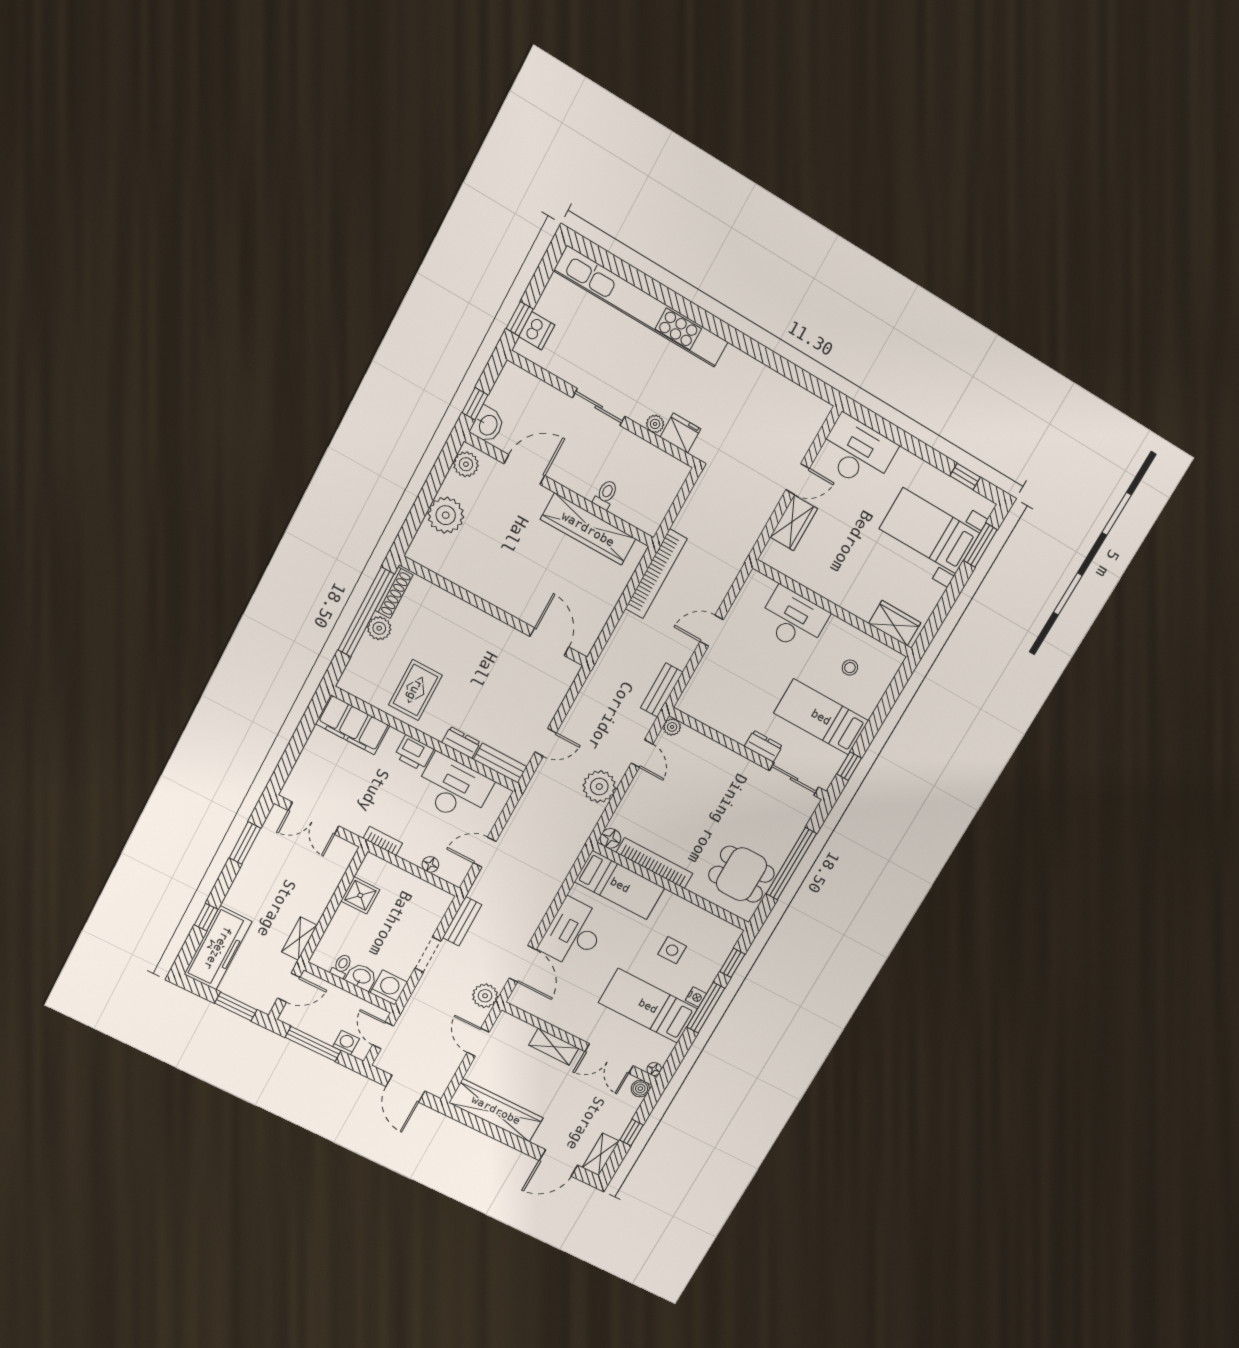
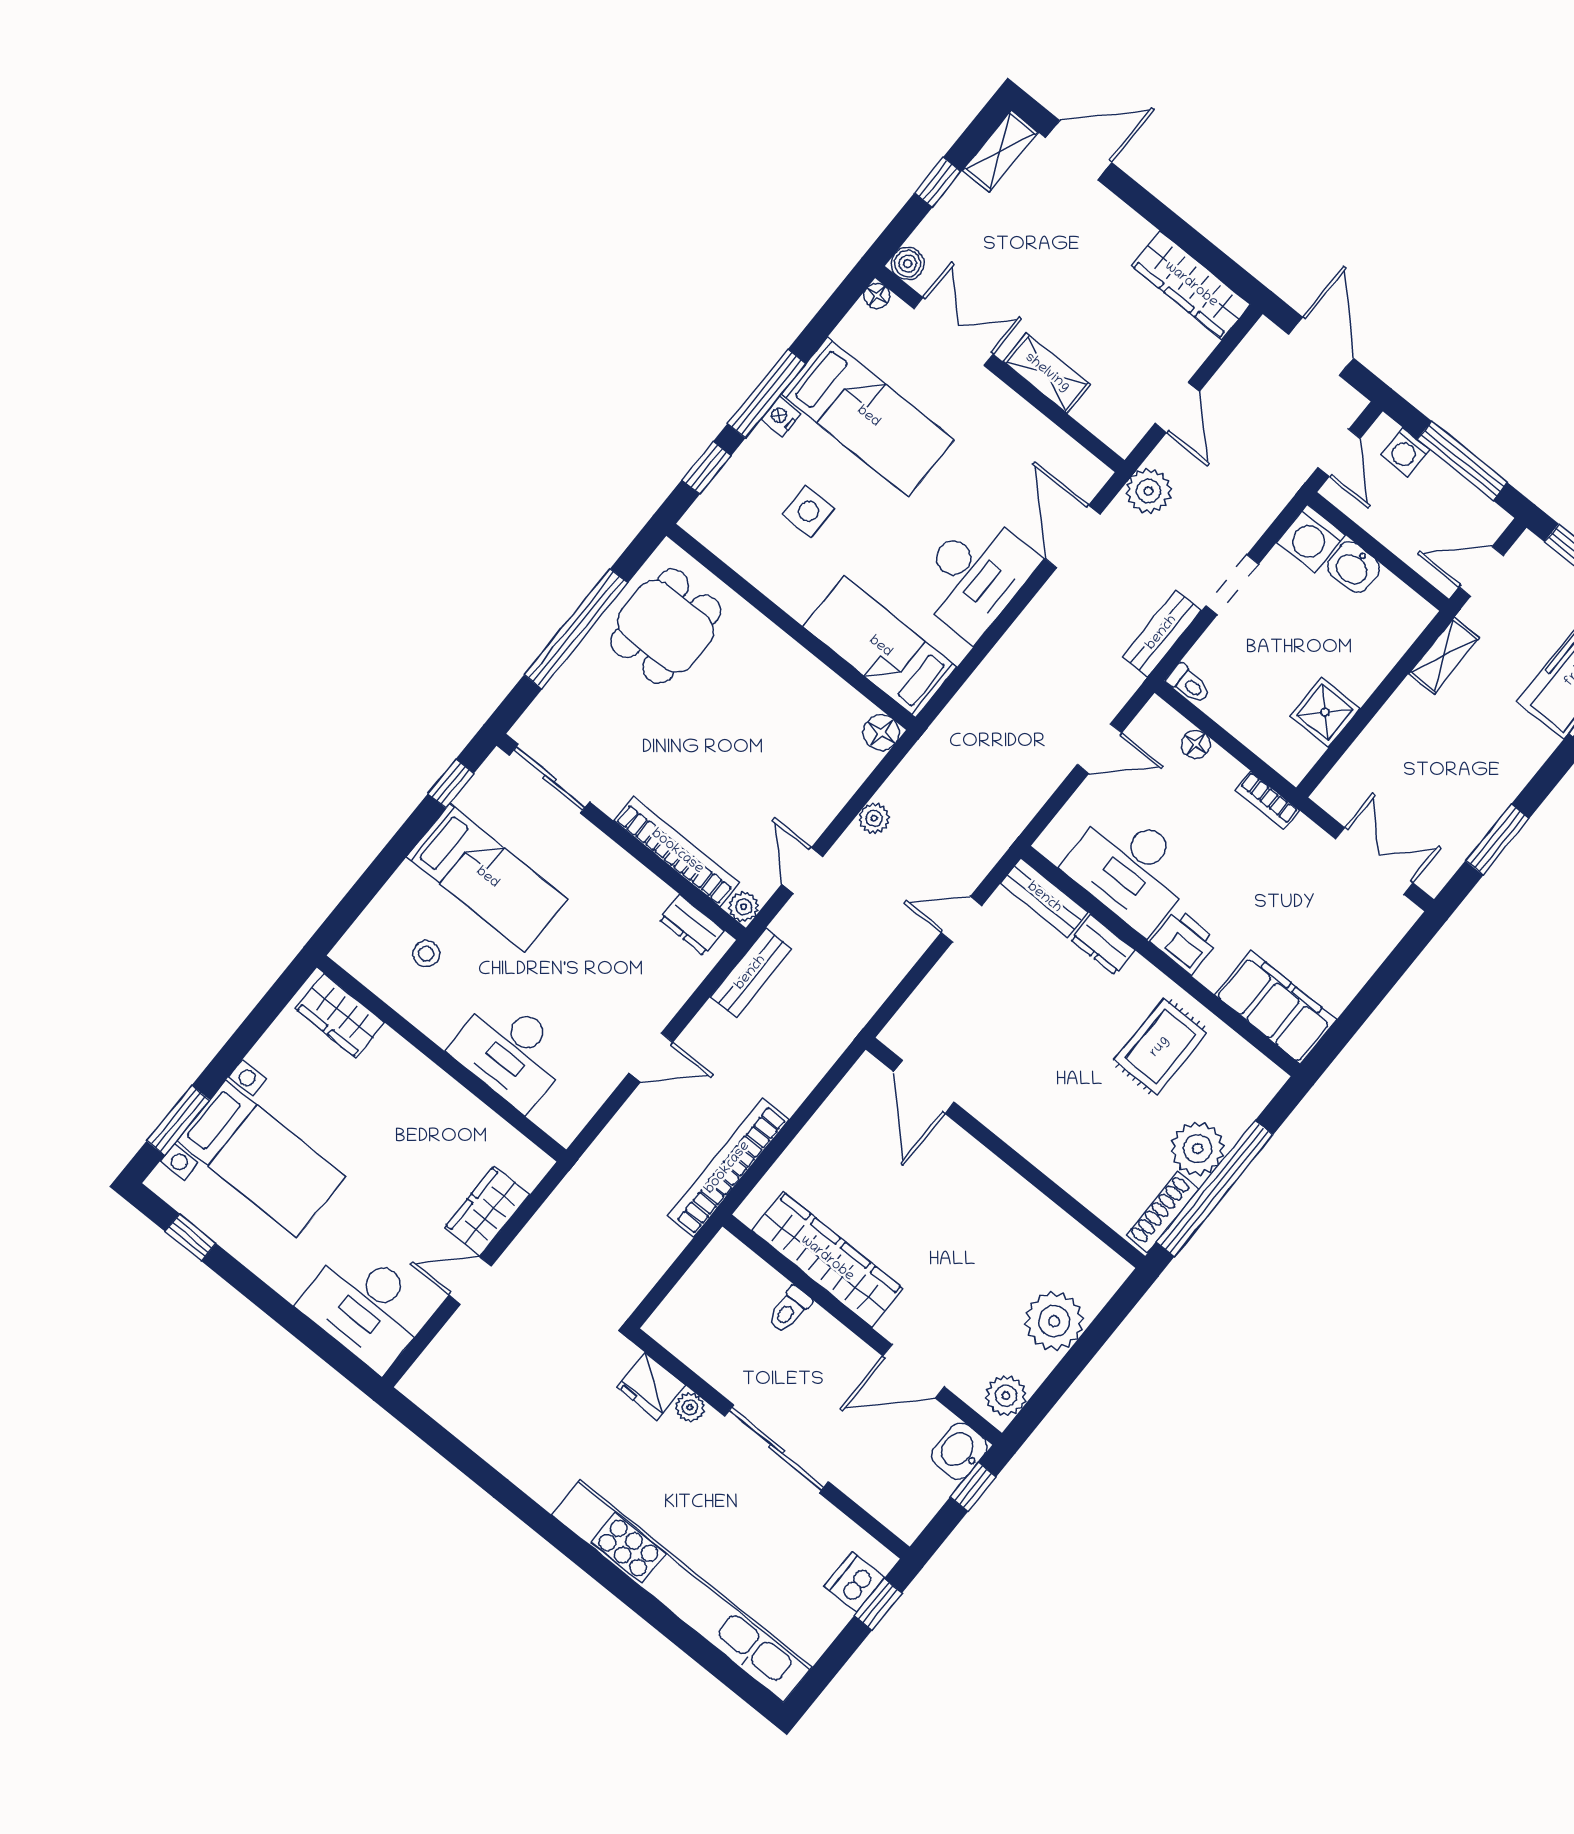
sliding door: (599, 407) -> (776, 1449), width x1.37
plant: (379, 628) -> (1198, 1149), width x1.36, depth x1.36
dresser: (763, 746) -> (692, 925), moved
plant: (599, 787) -> (874, 818), width x0.53, depth x0.53
bookcase: (655, 863) -> (677, 852), moved, turned 180
dining table: (741, 874) -> (666, 626), turned 90
toilet: (341, 966) -> (1189, 684), moved, turned -90
wardrobe: (496, 1110) -> (1191, 285), width x0.71, depth x0.85

